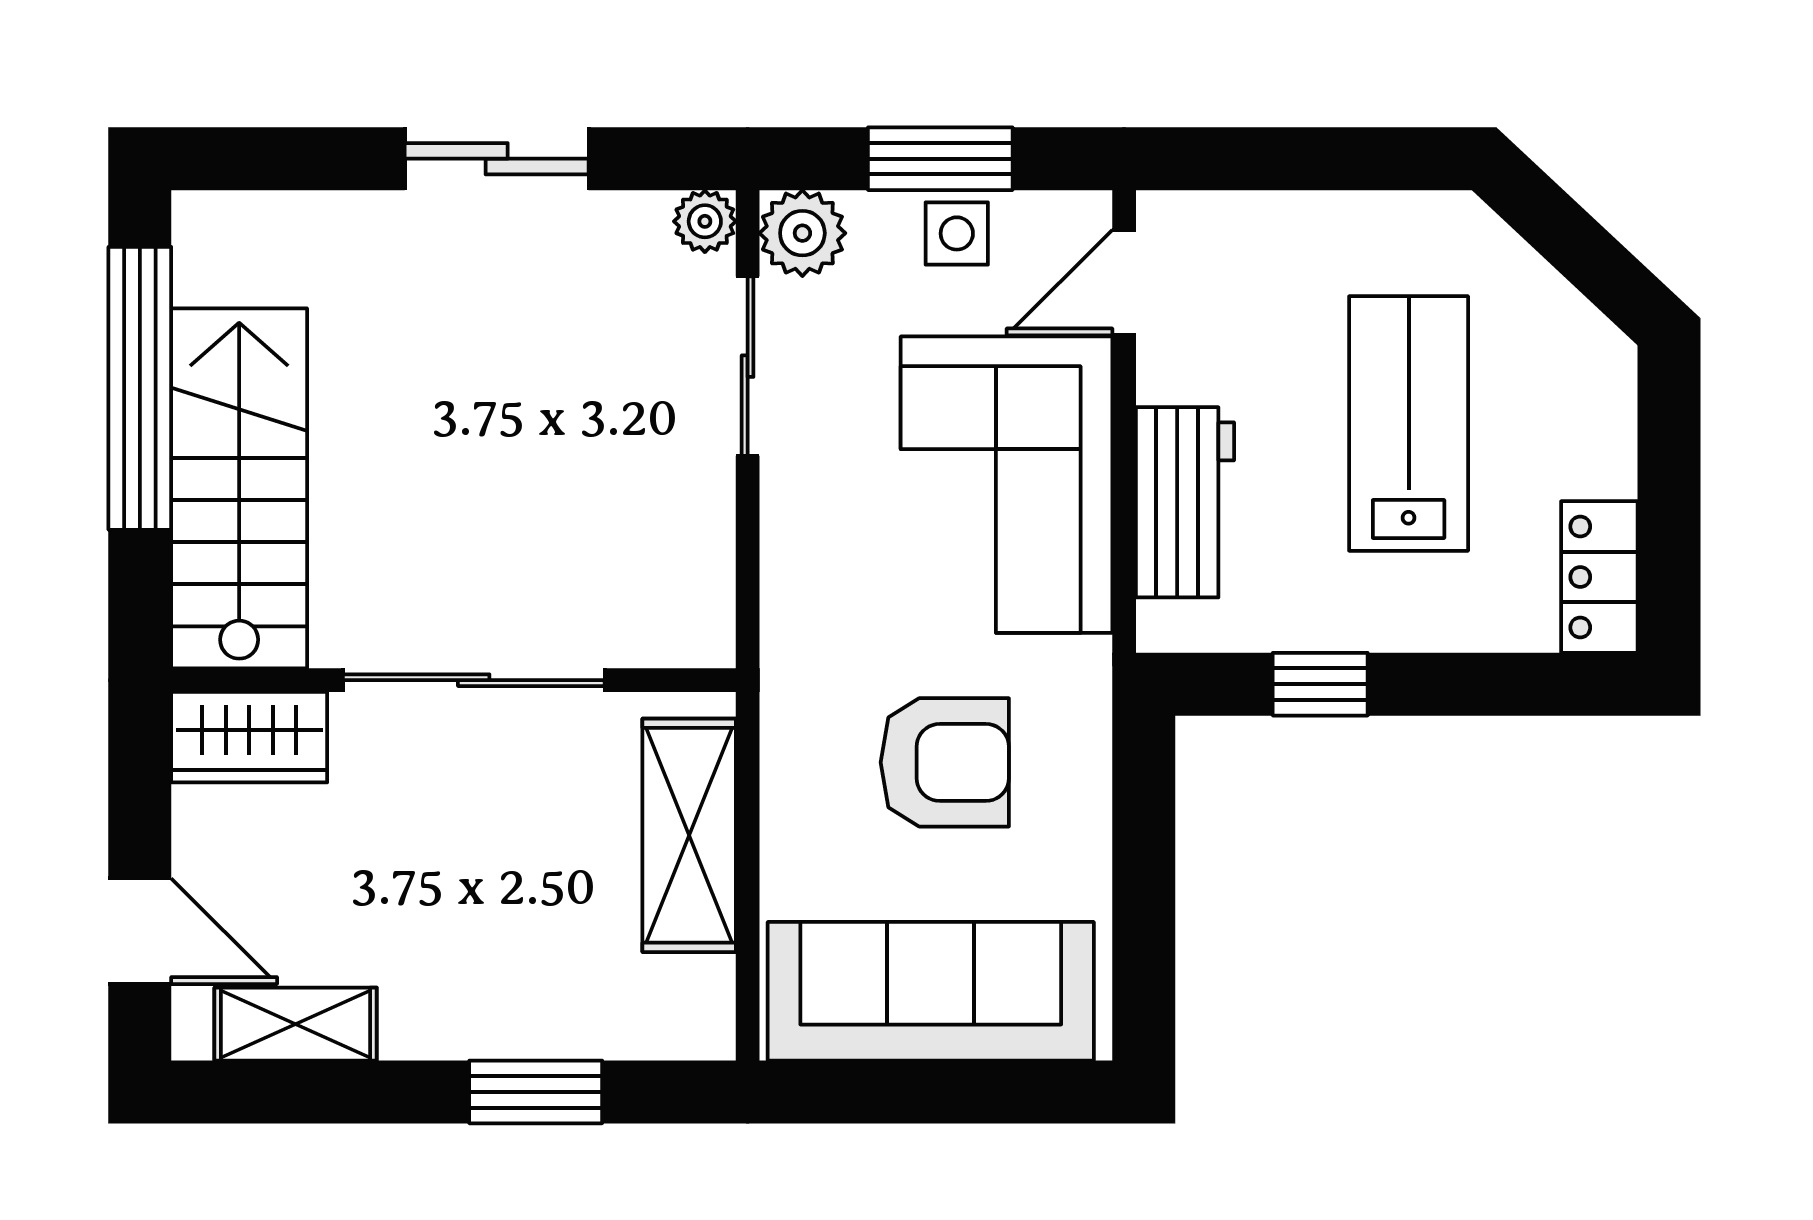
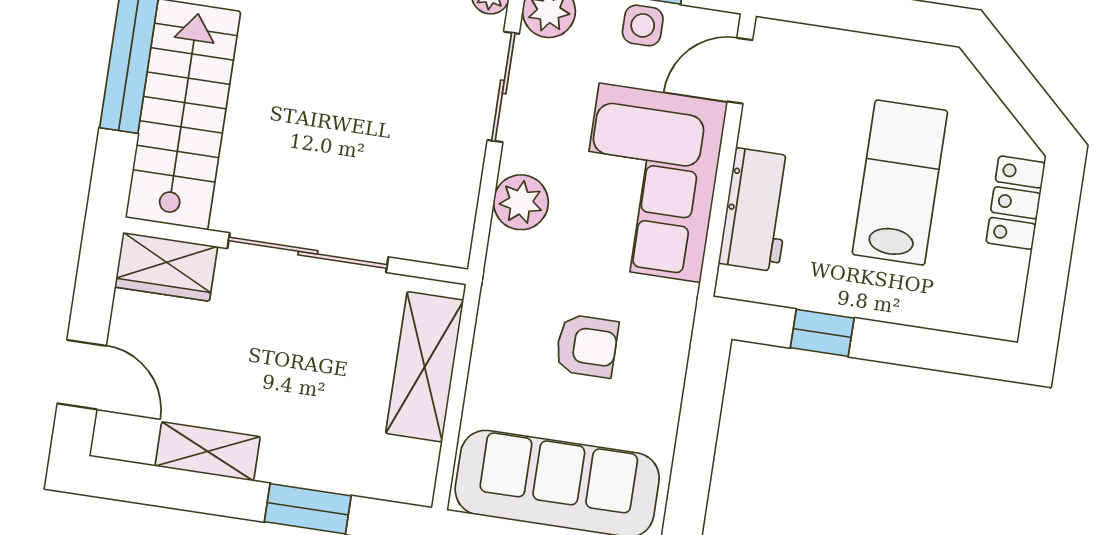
plant: (804, 547) -> (521, 202), added
locker: (1599, 577) -> (1016, 203), moved
armchair: (945, 762) -> (587, 346), width x0.72, depth x0.72
shelving: (296, 1024) -> (208, 451), moved

